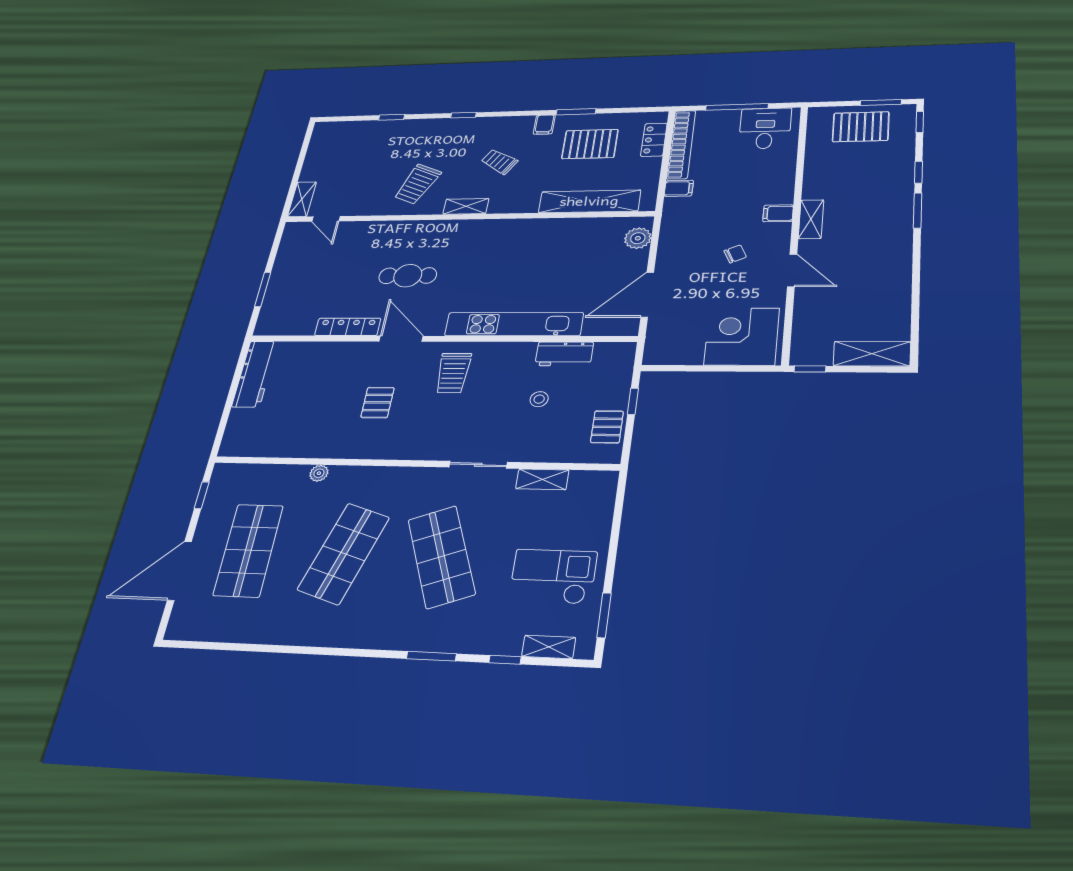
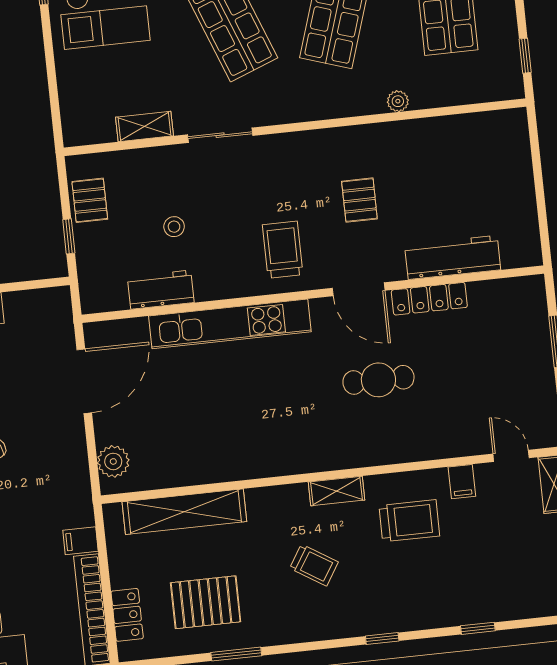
filing cabinet: (544, 125) -> (462, 482), moved, turned 180
trolley: (417, 184) -> (409, 521), turned 66
workbench: (255, 374) -> (453, 257), moved, turned 90

